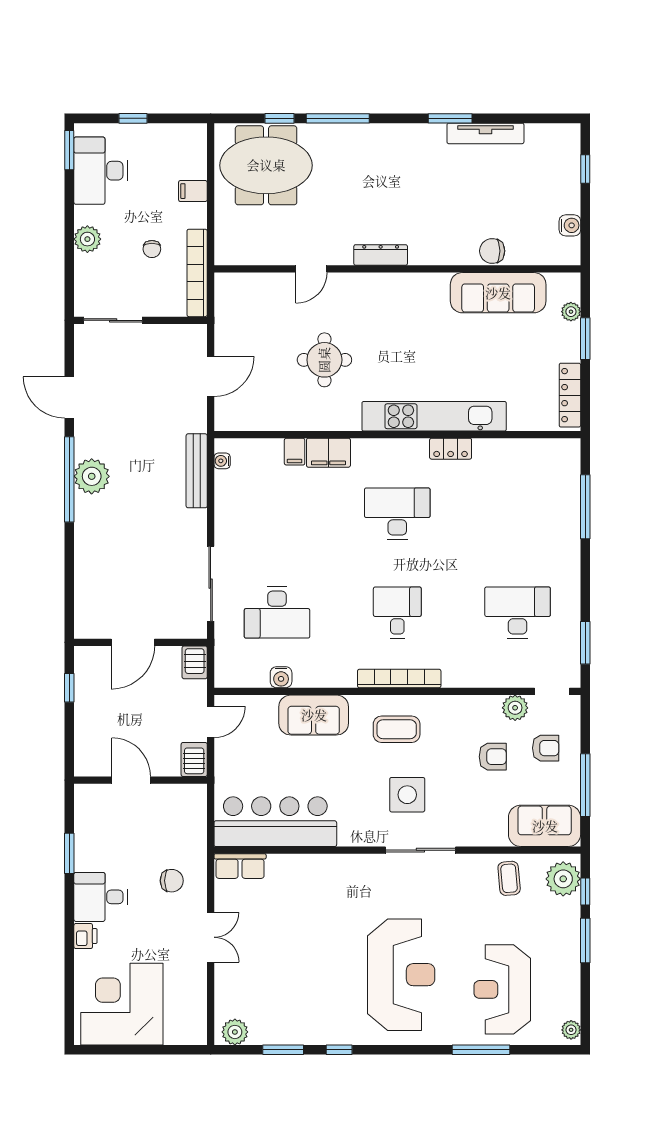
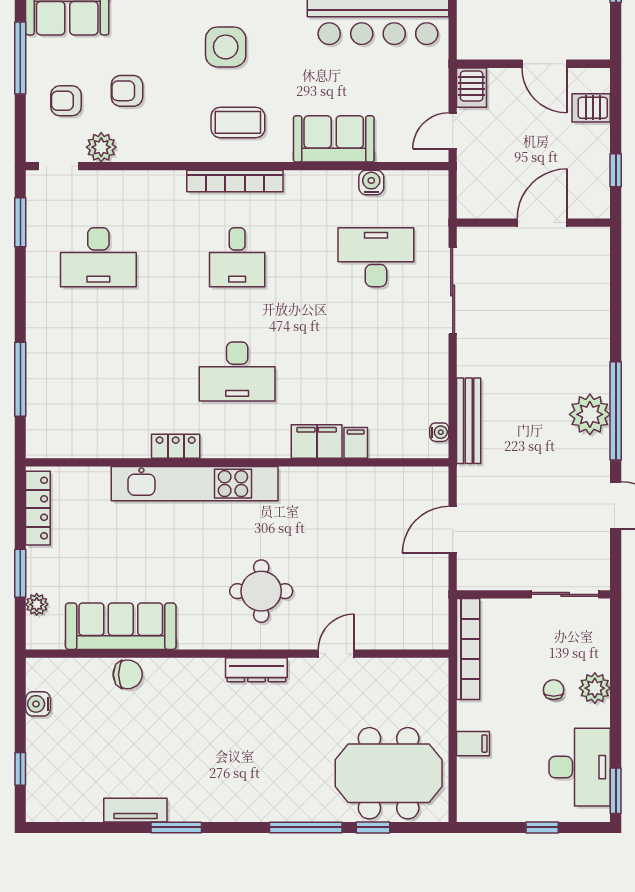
tv unit: (485, 133) -> (135, 810), width x0.71
chair: (152, 249) -> (554, 690), moved
round table: (324, 360) -> (261, 591), moved
server rack: (195, 662) -> (591, 108), moved, turned -90

